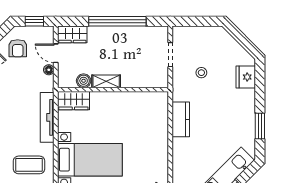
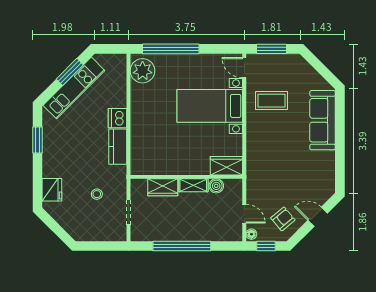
wardrobe: (72, 34) -> (163, 187), moved, turned 180
armchair: (18, 48) -> (283, 219), turned 50
floor lamp: (49, 70) -> (251, 234), moved
tv unit: (47, 117) -> (253, 149), removed
dishwasher: (181, 148) -> (117, 118), added

